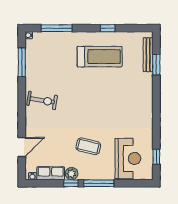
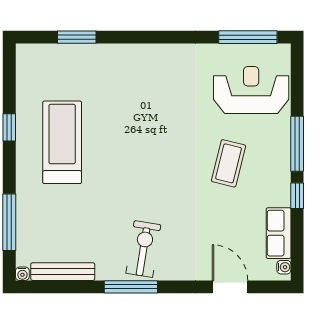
bench: (148, 55) -> (63, 272), moved
window: (22, 62) -> (131, 287), moved
window: (156, 157) -> (248, 37), width x2.17
plant: (72, 174) -> (279, 194), removed

